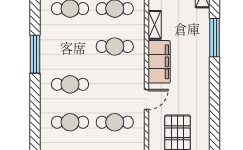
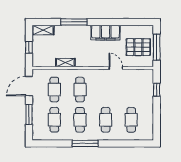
filing cabinet: (159, 62) -> (106, 33), moved, turned 180
cafe table: (115, 122) -> (80, 120), moved

